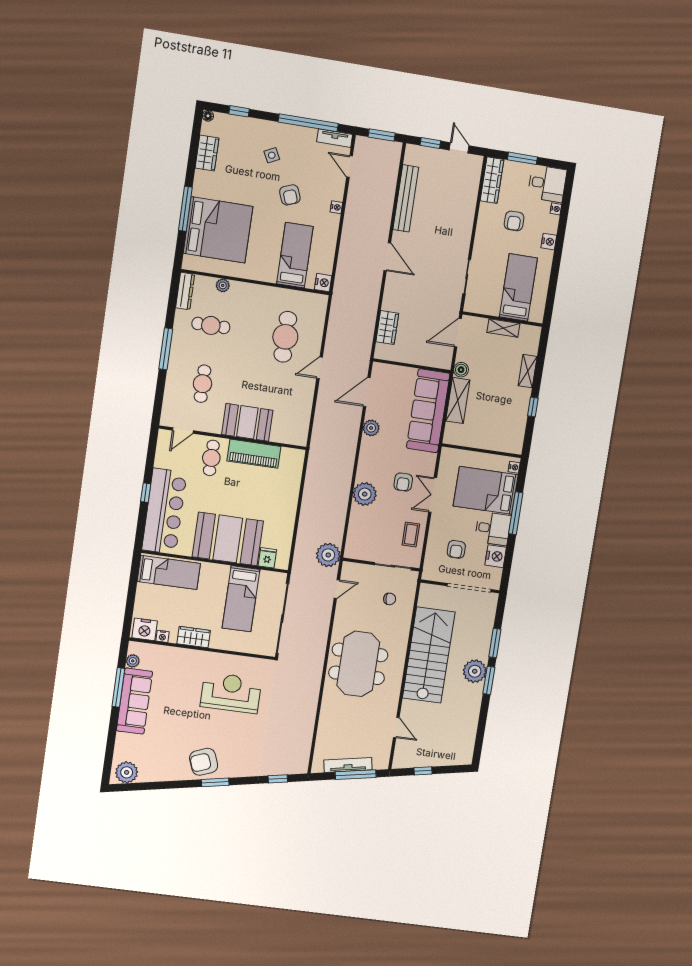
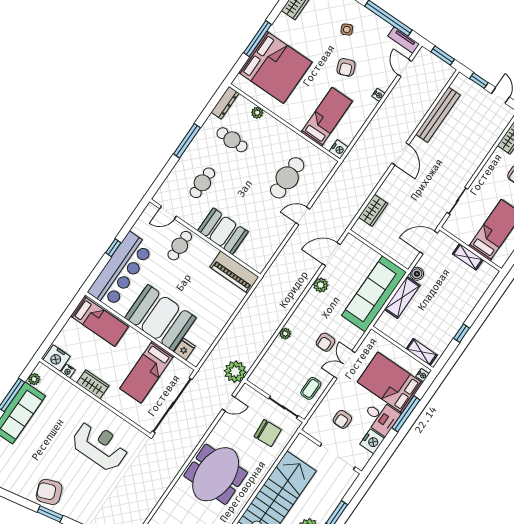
shelving: (528, 371) -> (422, 352), moved, turned 90
piano: (254, 454) -> (234, 272), moved
plant: (365, 494) -> (285, 334), width x0.53, depth x0.53
chair: (390, 599) -> (268, 433), width x1.87, depth x1.87

